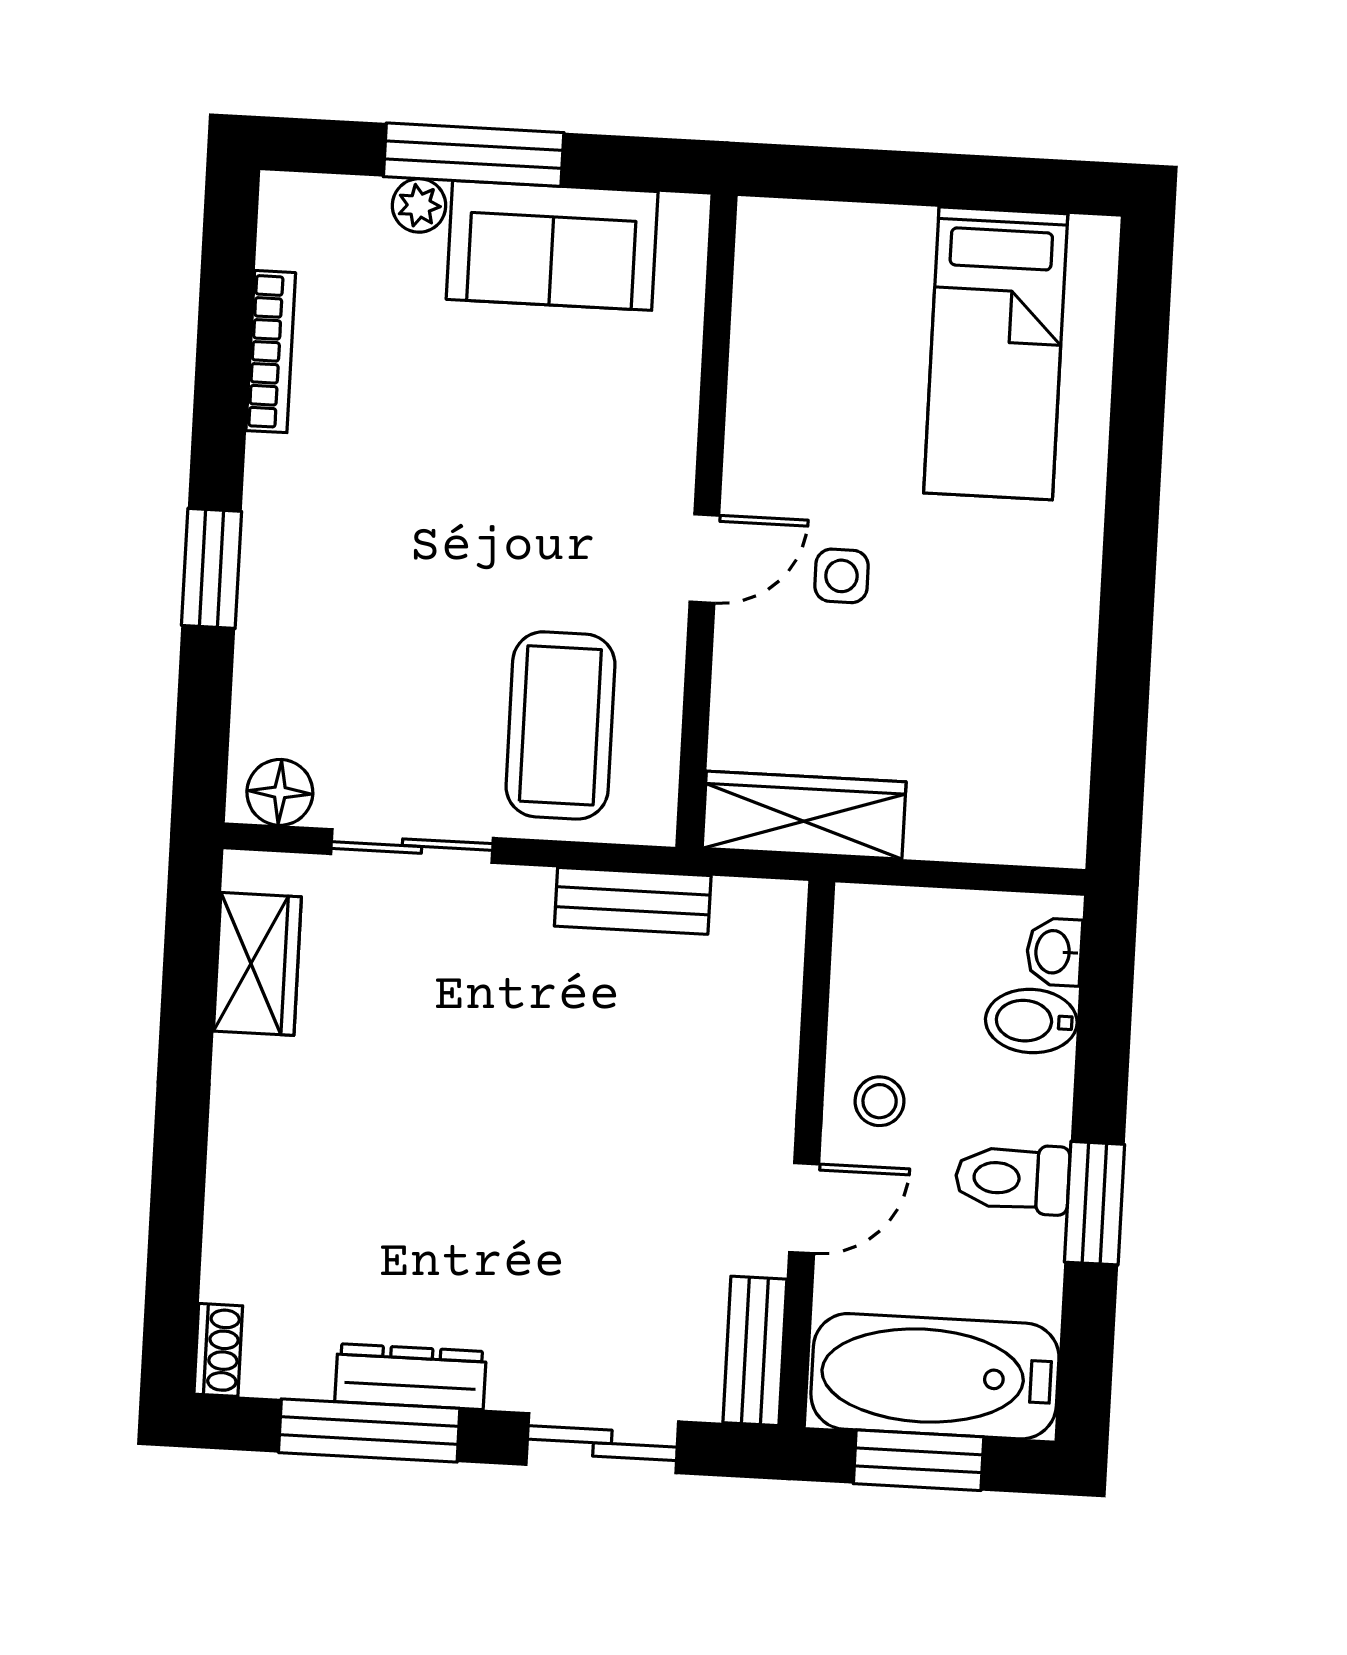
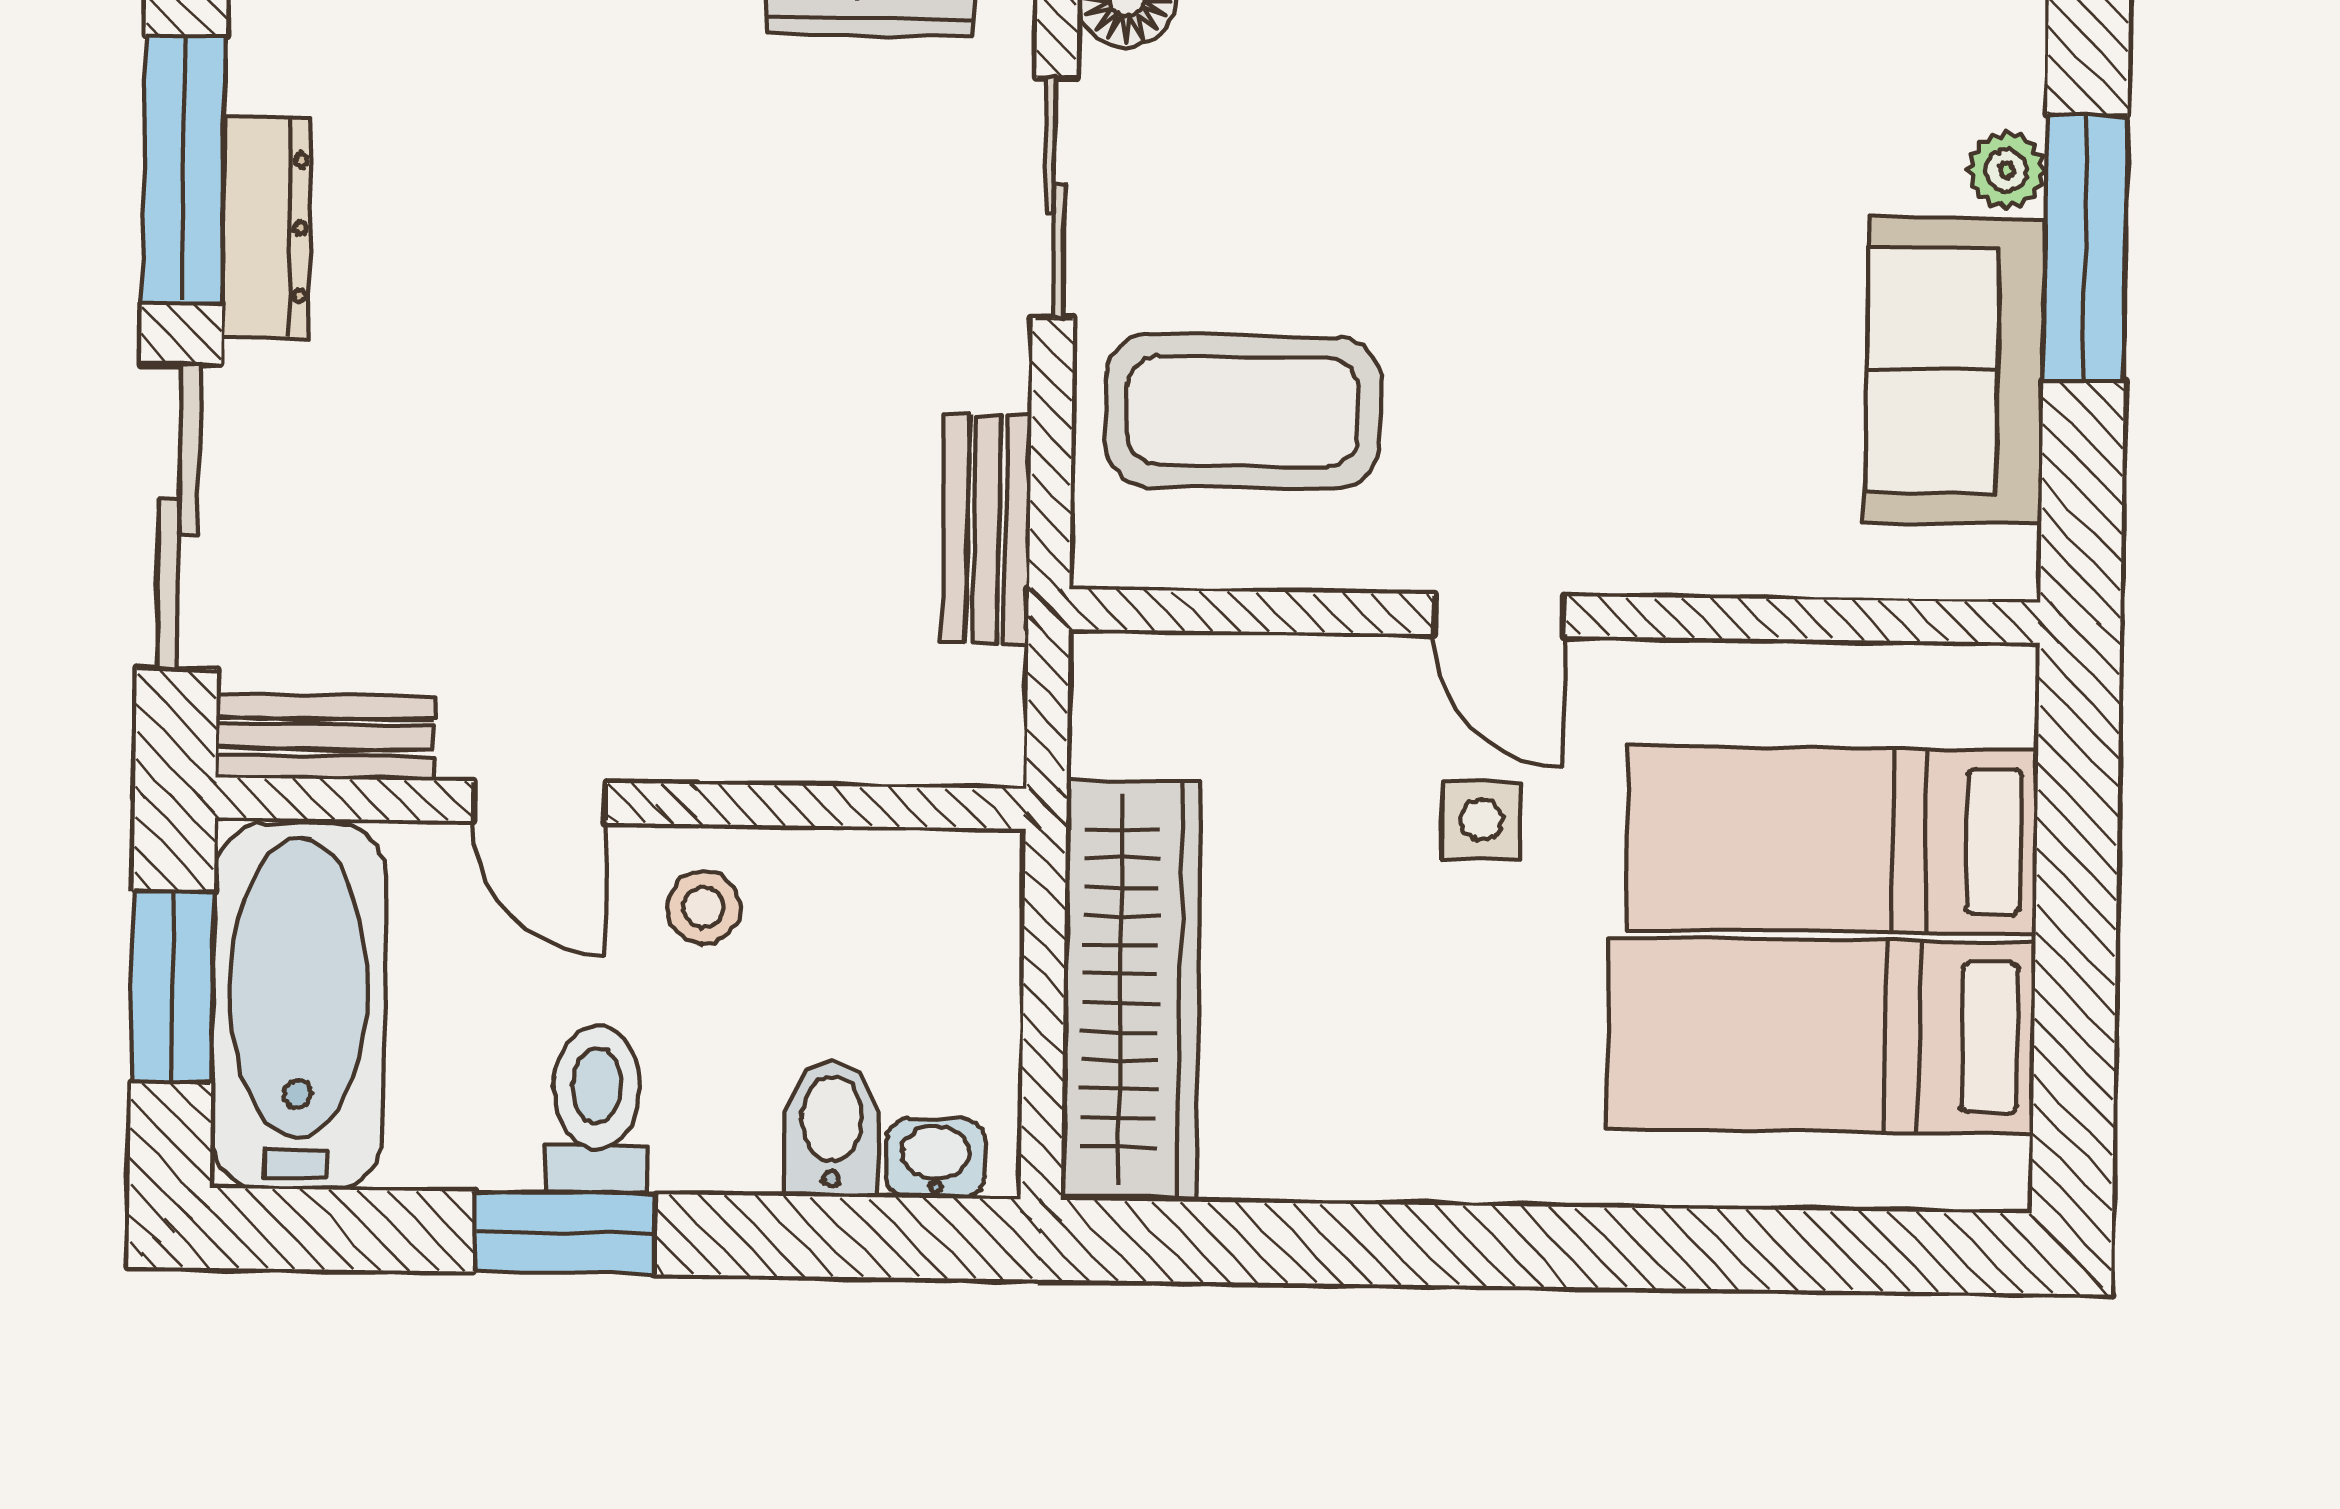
bed: (864, 341) -> (1832, 840), added
wardrobe: (804, 815) -> (1131, 988), moved, width x1.40, depth x1.17
sliding door: (602, 1443) -> (179, 516), width x1.37

